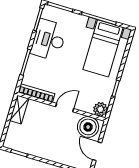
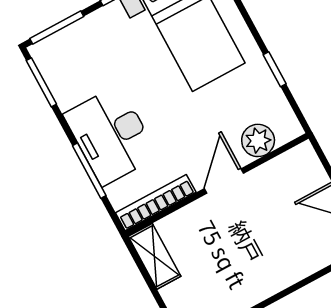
desk: (49, 40) -> (111, 135), moved
plant: (100, 109) -> (258, 140), moved
boiler: (88, 127) -> (292, 175), removed

